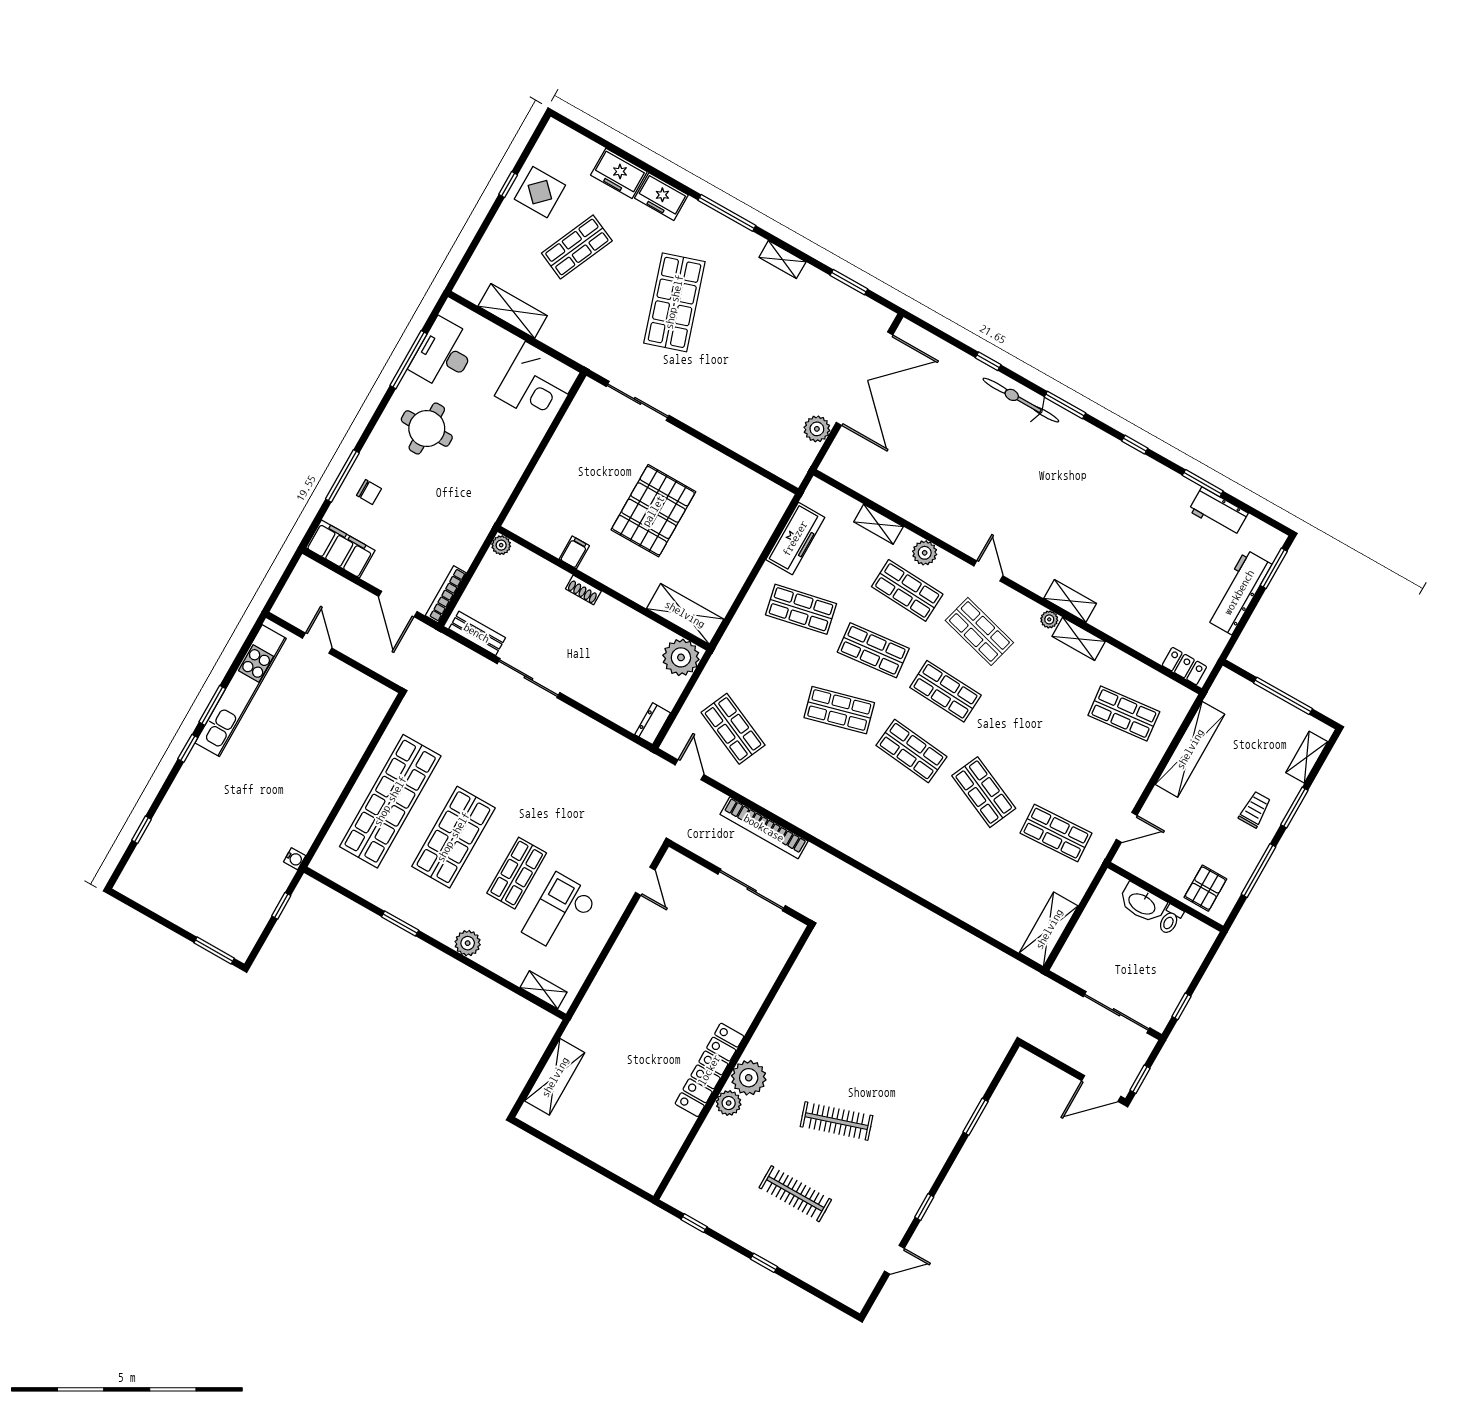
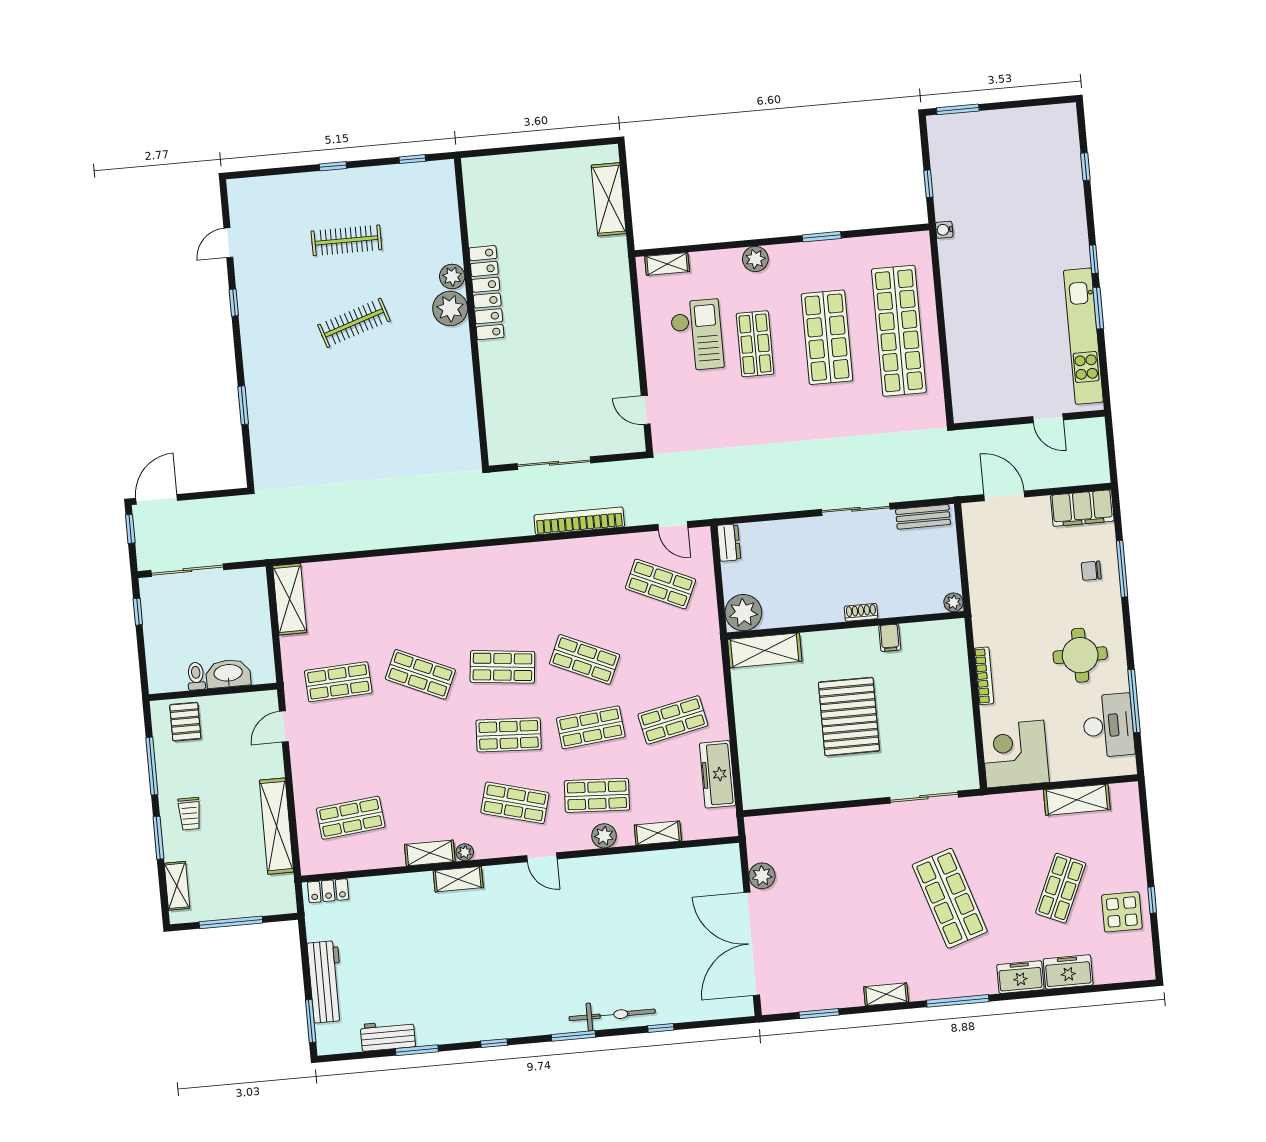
bookcase: (446, 594) -> (984, 676), moved
shop shelf: (839, 710) -> (585, 659), turned 39

